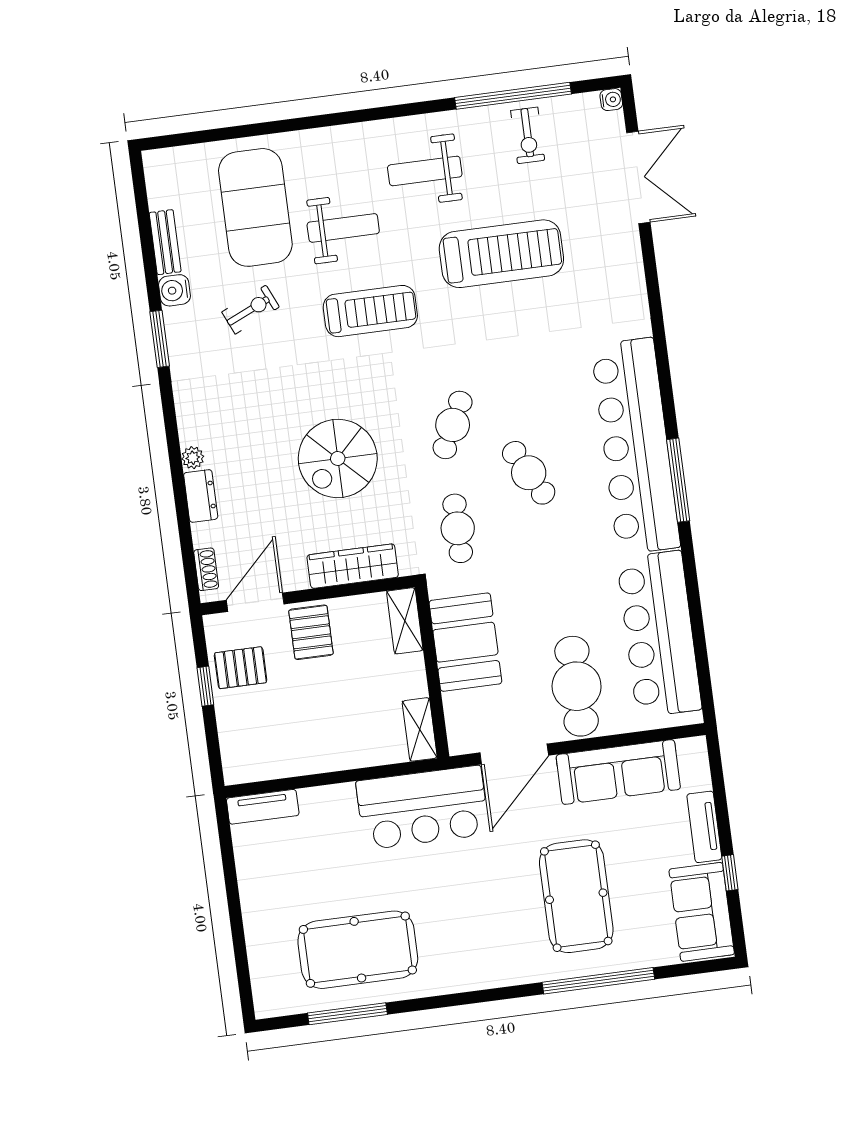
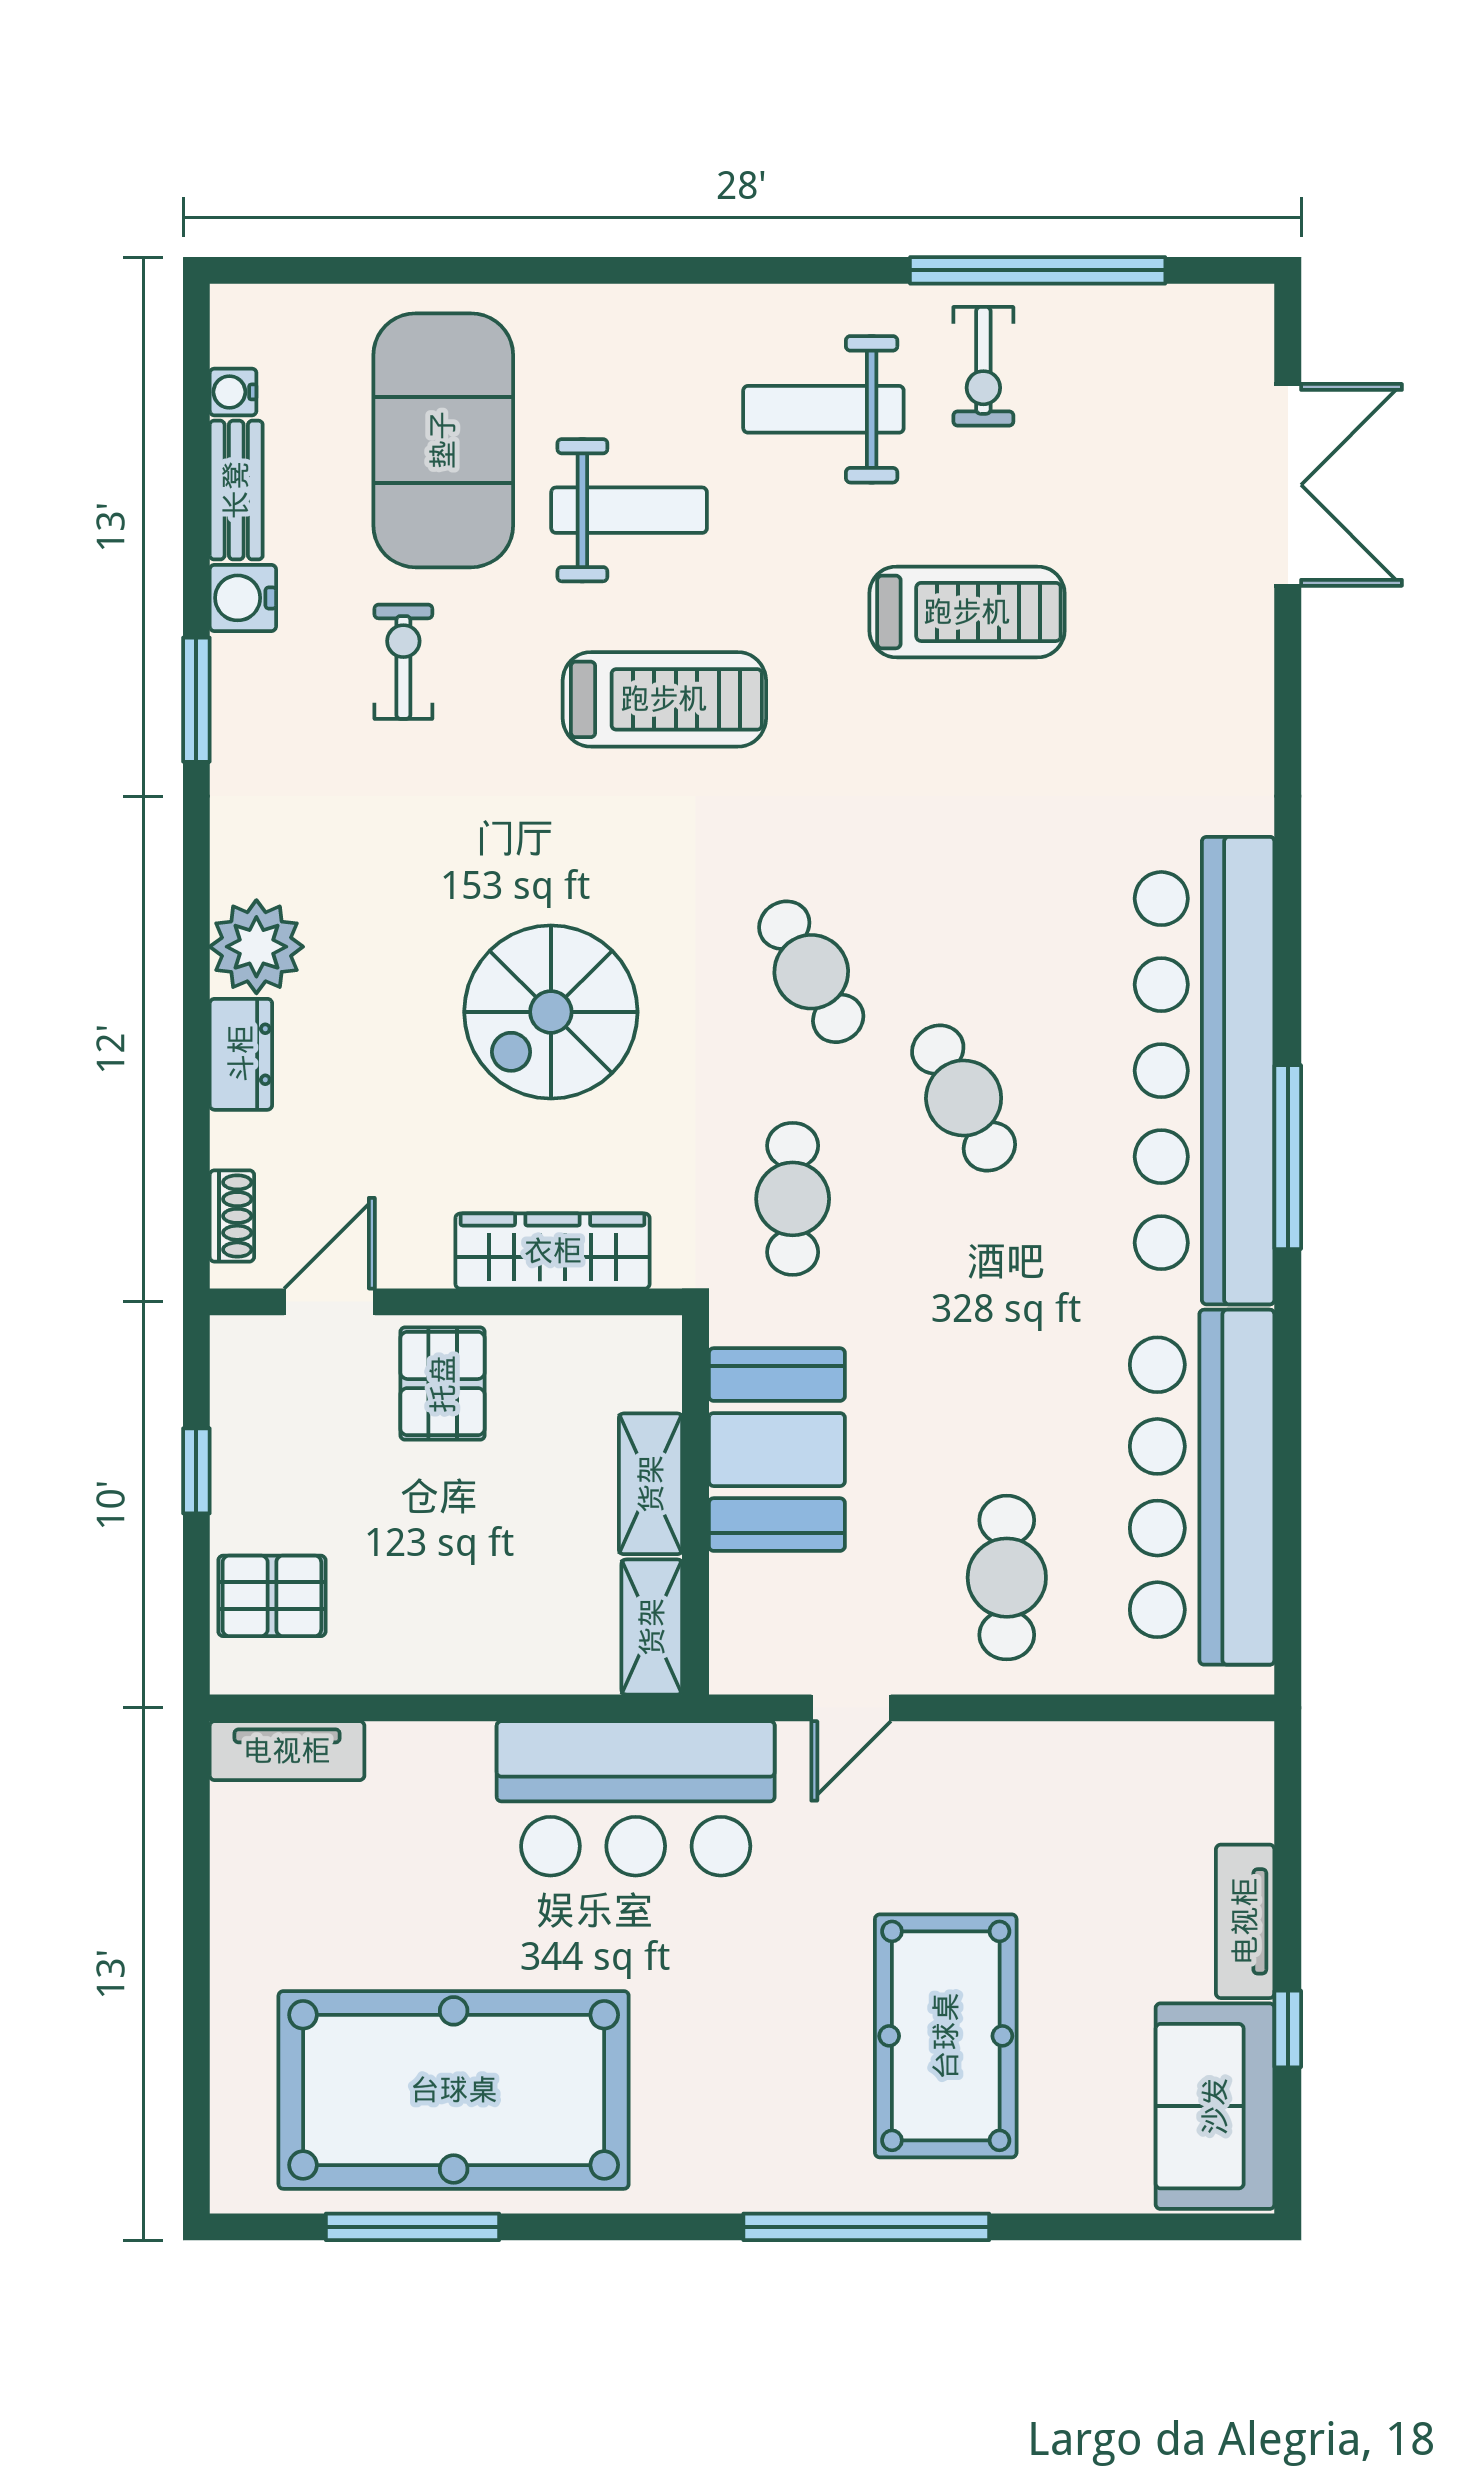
water cooler: (611, 100) -> (233, 392), moved, turned 180
exercise bike: (528, 135) -> (983, 366), moved
treadmill: (501, 254) -> (967, 612), width x0.73, depth x0.73
exercise bike: (251, 310) -> (403, 662), turned -66
cafe table: (453, 425) -> (811, 972), turned -56
plant: (193, 458) -> (256, 947), width x1.88, depth x1.88
door: (255, 602) -> (329, 1302), width x0.73
shelving: (405, 621) -> (651, 1484), moved
pallet: (241, 668) -> (272, 1596), moved
cafe table: (577, 686) -> (1007, 1578), width x0.73, depth x0.74
door: (514, 754) -> (851, 1708), width x0.53
sofa: (618, 772) -> (1073, 1777), removed
pool table: (358, 950) -> (454, 2090), width x1.36, depth x1.32
window: (598, 981) -> (866, 2227), moved

